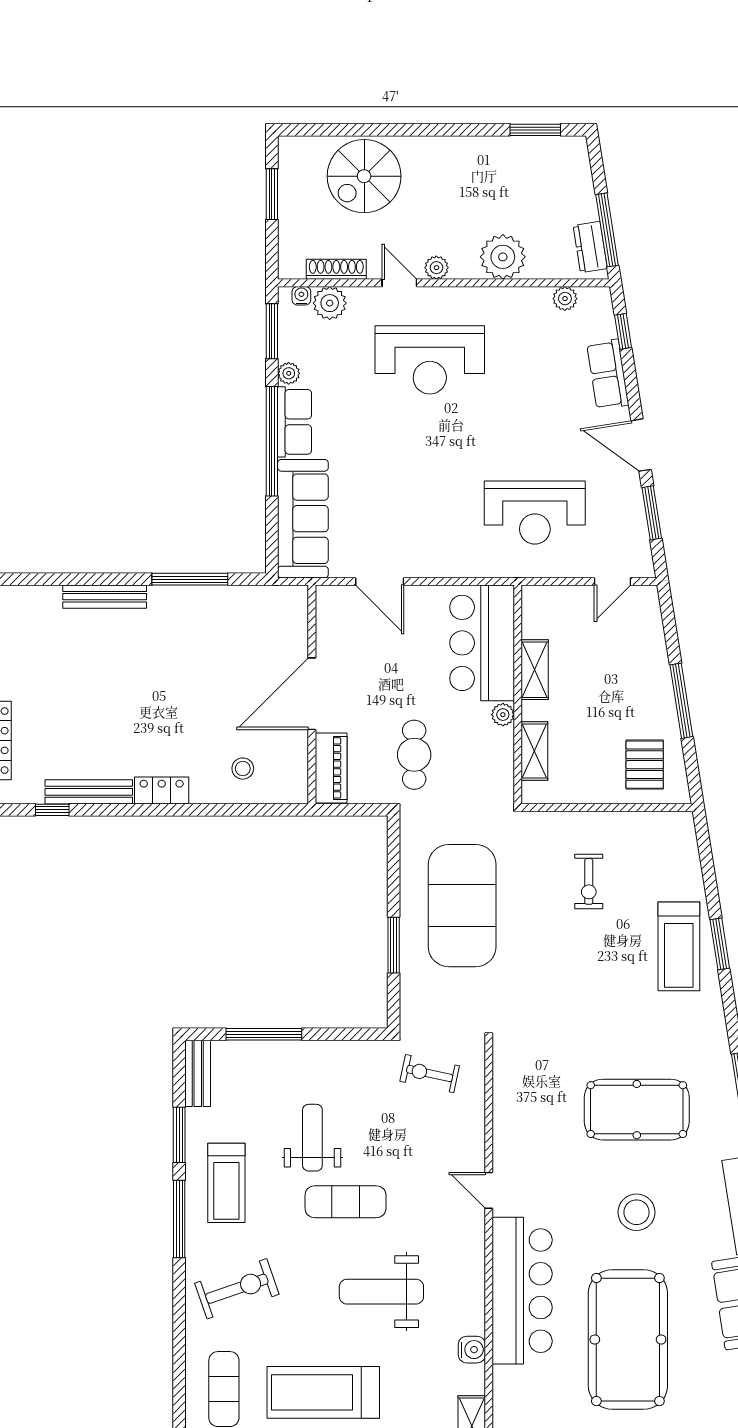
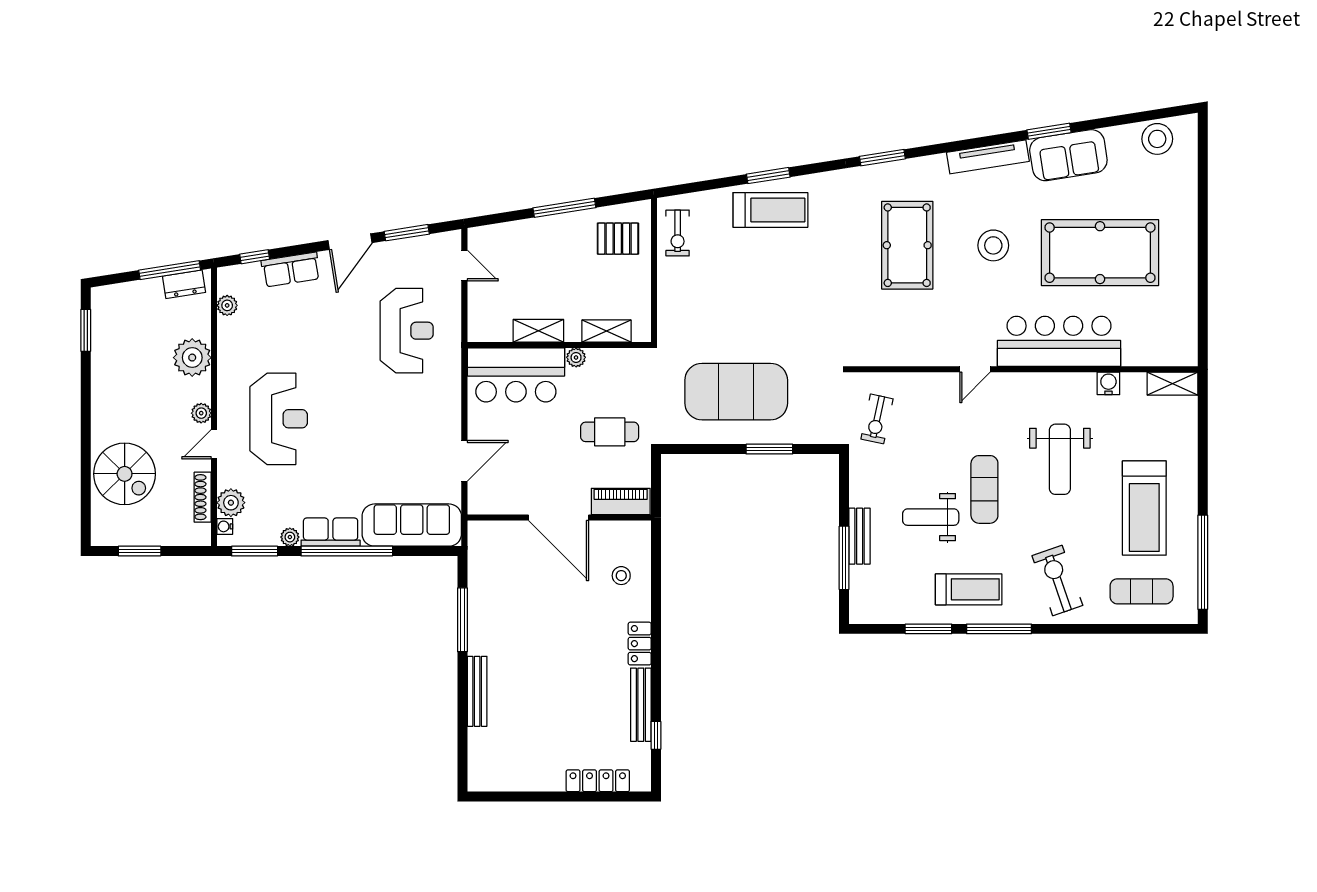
exercise bike: (589, 881) -> (678, 233), moved, turned 90
bench: (198, 1073) -> (860, 536), moved, turned 90

